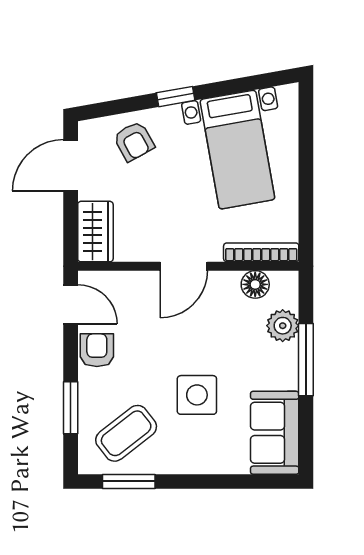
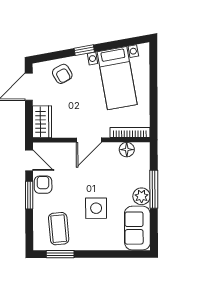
plant: (283, 326) -> (141, 196), moved
window: (71, 408) -> (29, 195), moved
coffee table: (126, 433) -> (59, 229), turned -57

